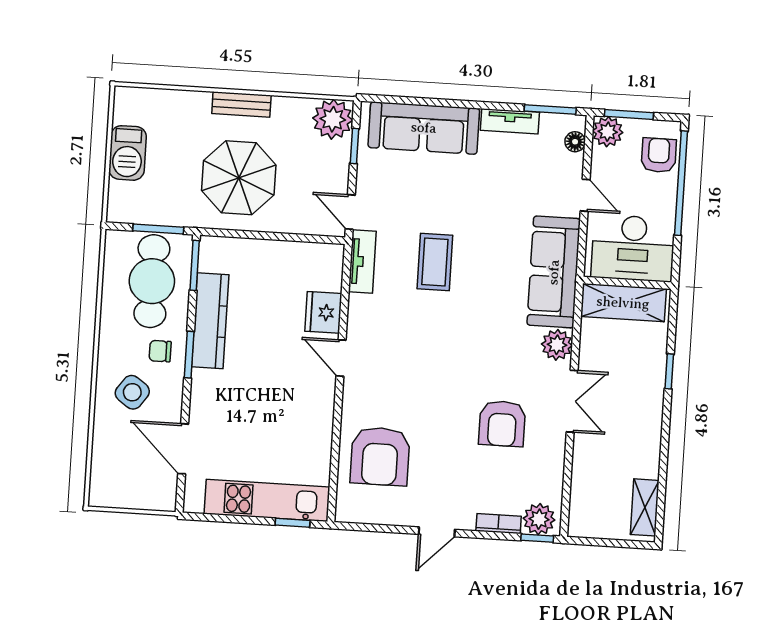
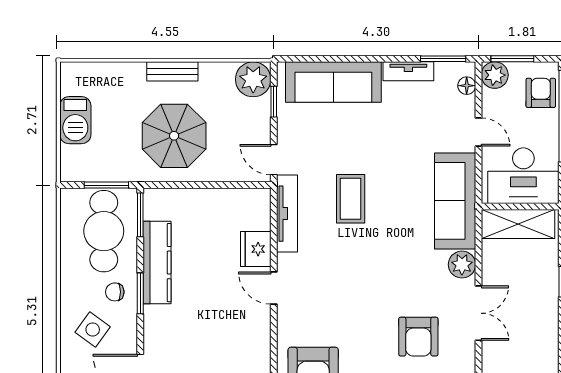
tv unit: (362, 262) -> (287, 214), width x1.41

